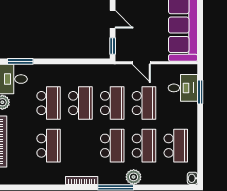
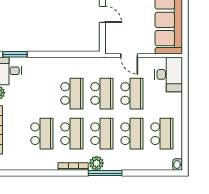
window: (113, 46) -> (102, 40), removed
desk: (183, 88) -> (169, 74), width x1.37
window: (200, 92) -> (185, 83), removed
school desk: (49, 103) -> (72, 134), moved
plant: (134, 177) -> (96, 163), moved

